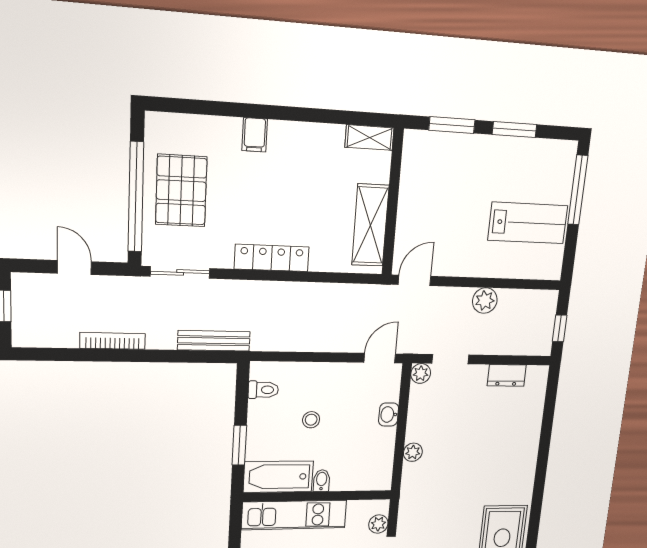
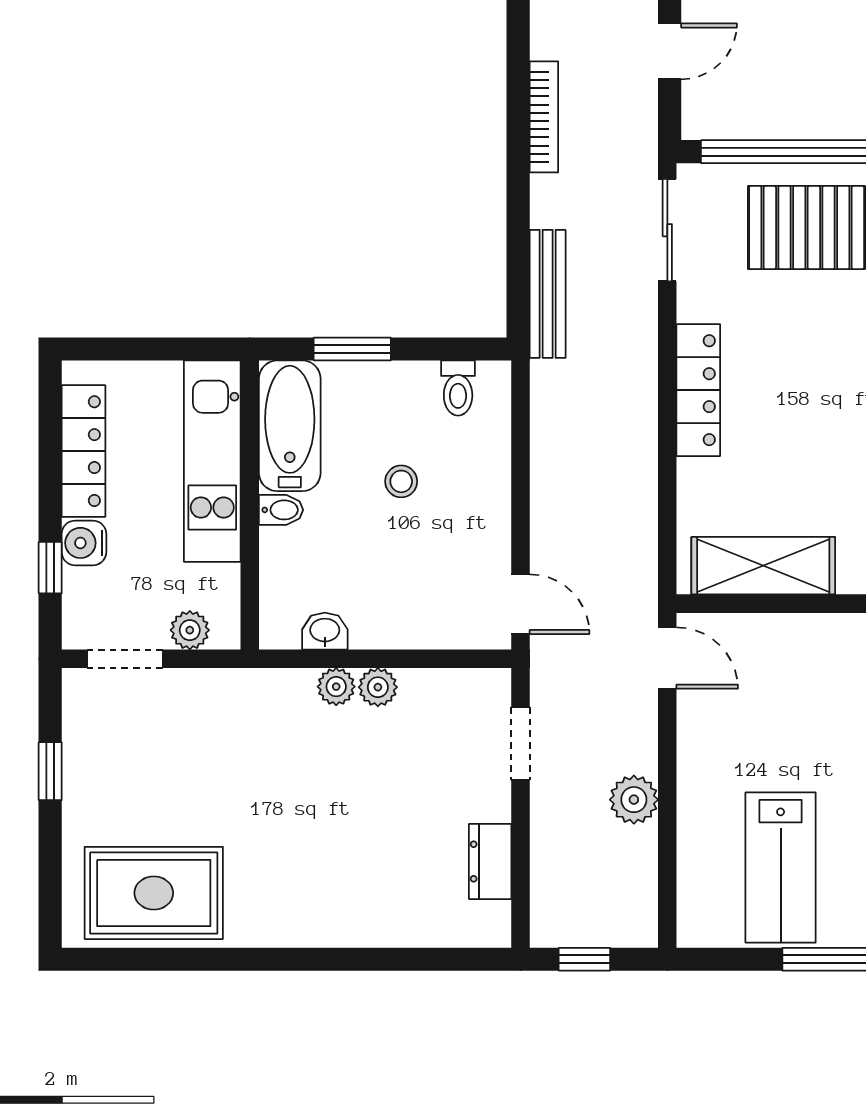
plant: (421, 373) -> (378, 687), moved
washbasin: (389, 414) -> (325, 631), moved

